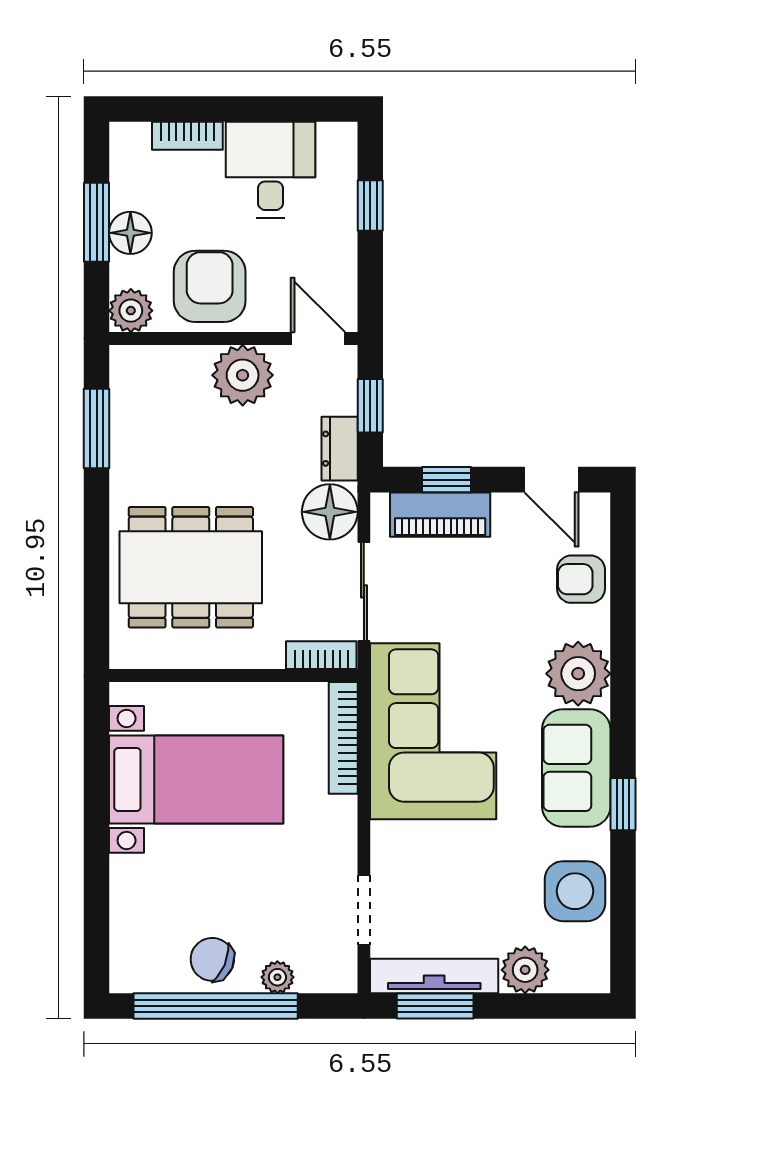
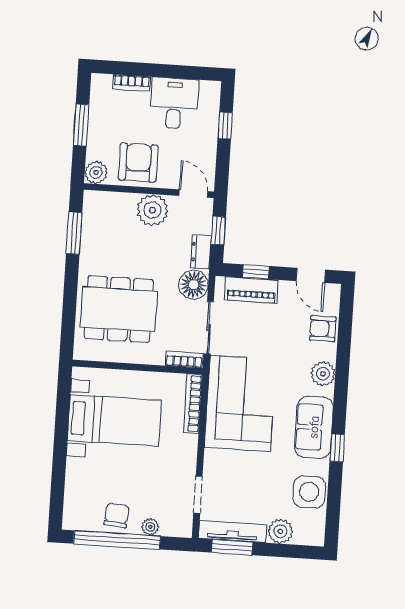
floor lamp: (130, 233) -> (98, 132), removed
plant: (578, 674) -> (323, 374), width x0.73, depth x0.73
chair: (212, 959) -> (117, 515), turned 73

